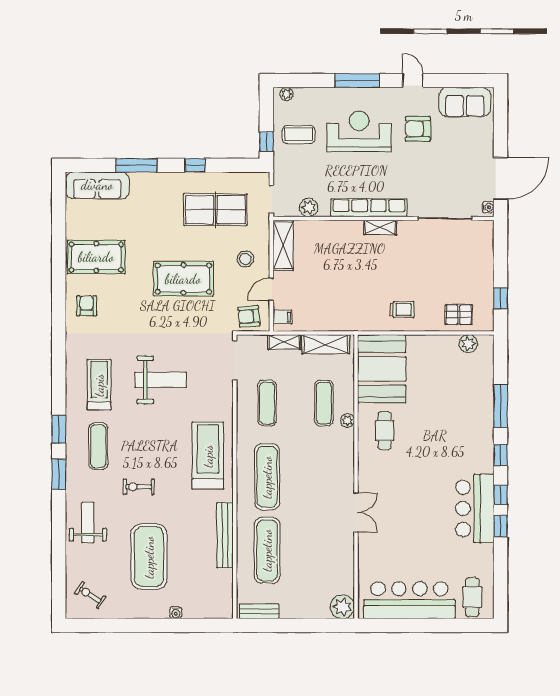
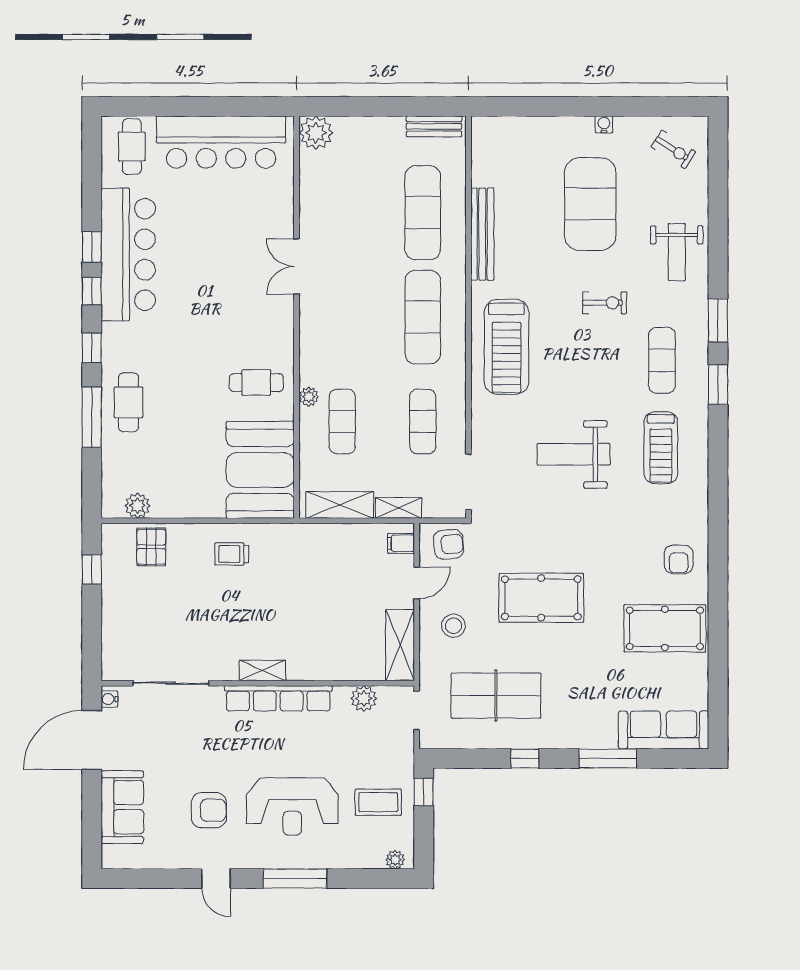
sofa: (465, 102) -> (122, 807), moved, turned 90
pallet: (459, 315) -> (151, 547), turned 90
cafe table: (475, 417) -> (128, 402), added
cafe table: (385, 431) -> (256, 383), turned 90
bar counter: (475, 508) -> (128, 254), width x1.36
water cooler: (176, 613) -> (604, 124), moved

